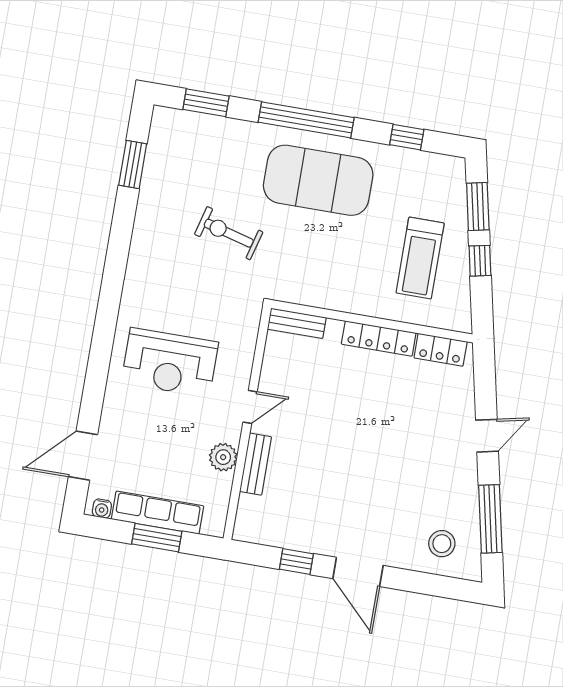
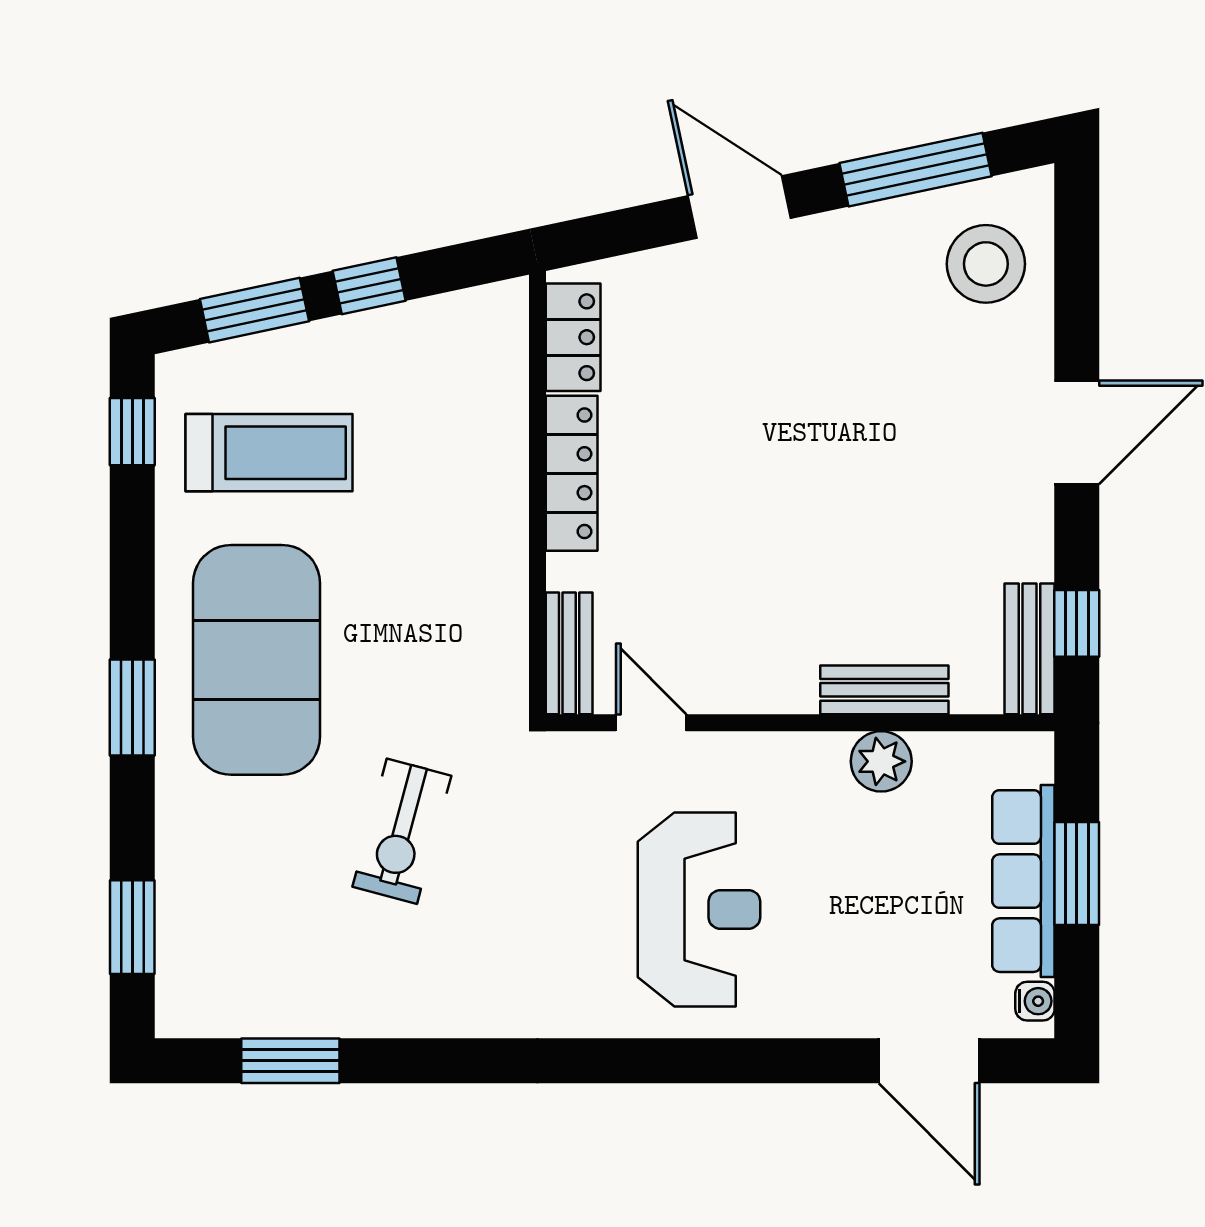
window: (306, 120) -> (132, 708), width x0.47
window: (407, 137) -> (132, 432), moved
treadmill: (420, 258) -> (269, 453), moved
door: (250, 407) -> (651, 723), moved
door: (487, 436) -> (739, 207), width x1.38
bench: (263, 534) -> (1030, 649), added
stool: (442, 544) -> (986, 264), width x1.38, depth x1.38
window: (296, 561) -> (1077, 623), moved

